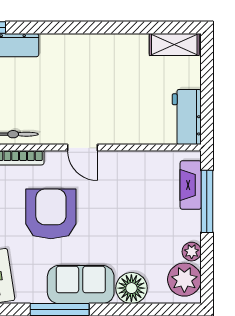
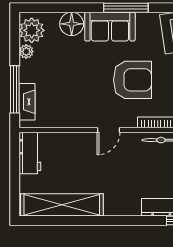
shelving: (174, 45) -> (62, 205), width x2.20, depth x1.33
door: (82, 148) -> (109, 130), swing flipped
armchair: (51, 214) -> (132, 80), turned -90

